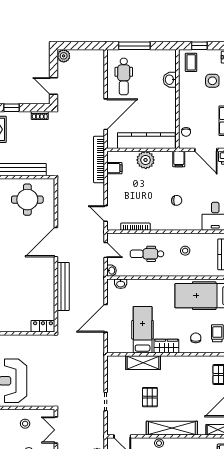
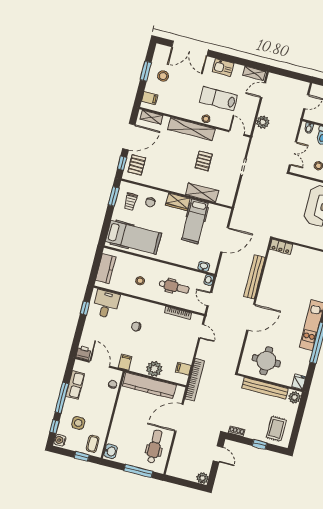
washbasin: (170, 80) -> (111, 451), moved

